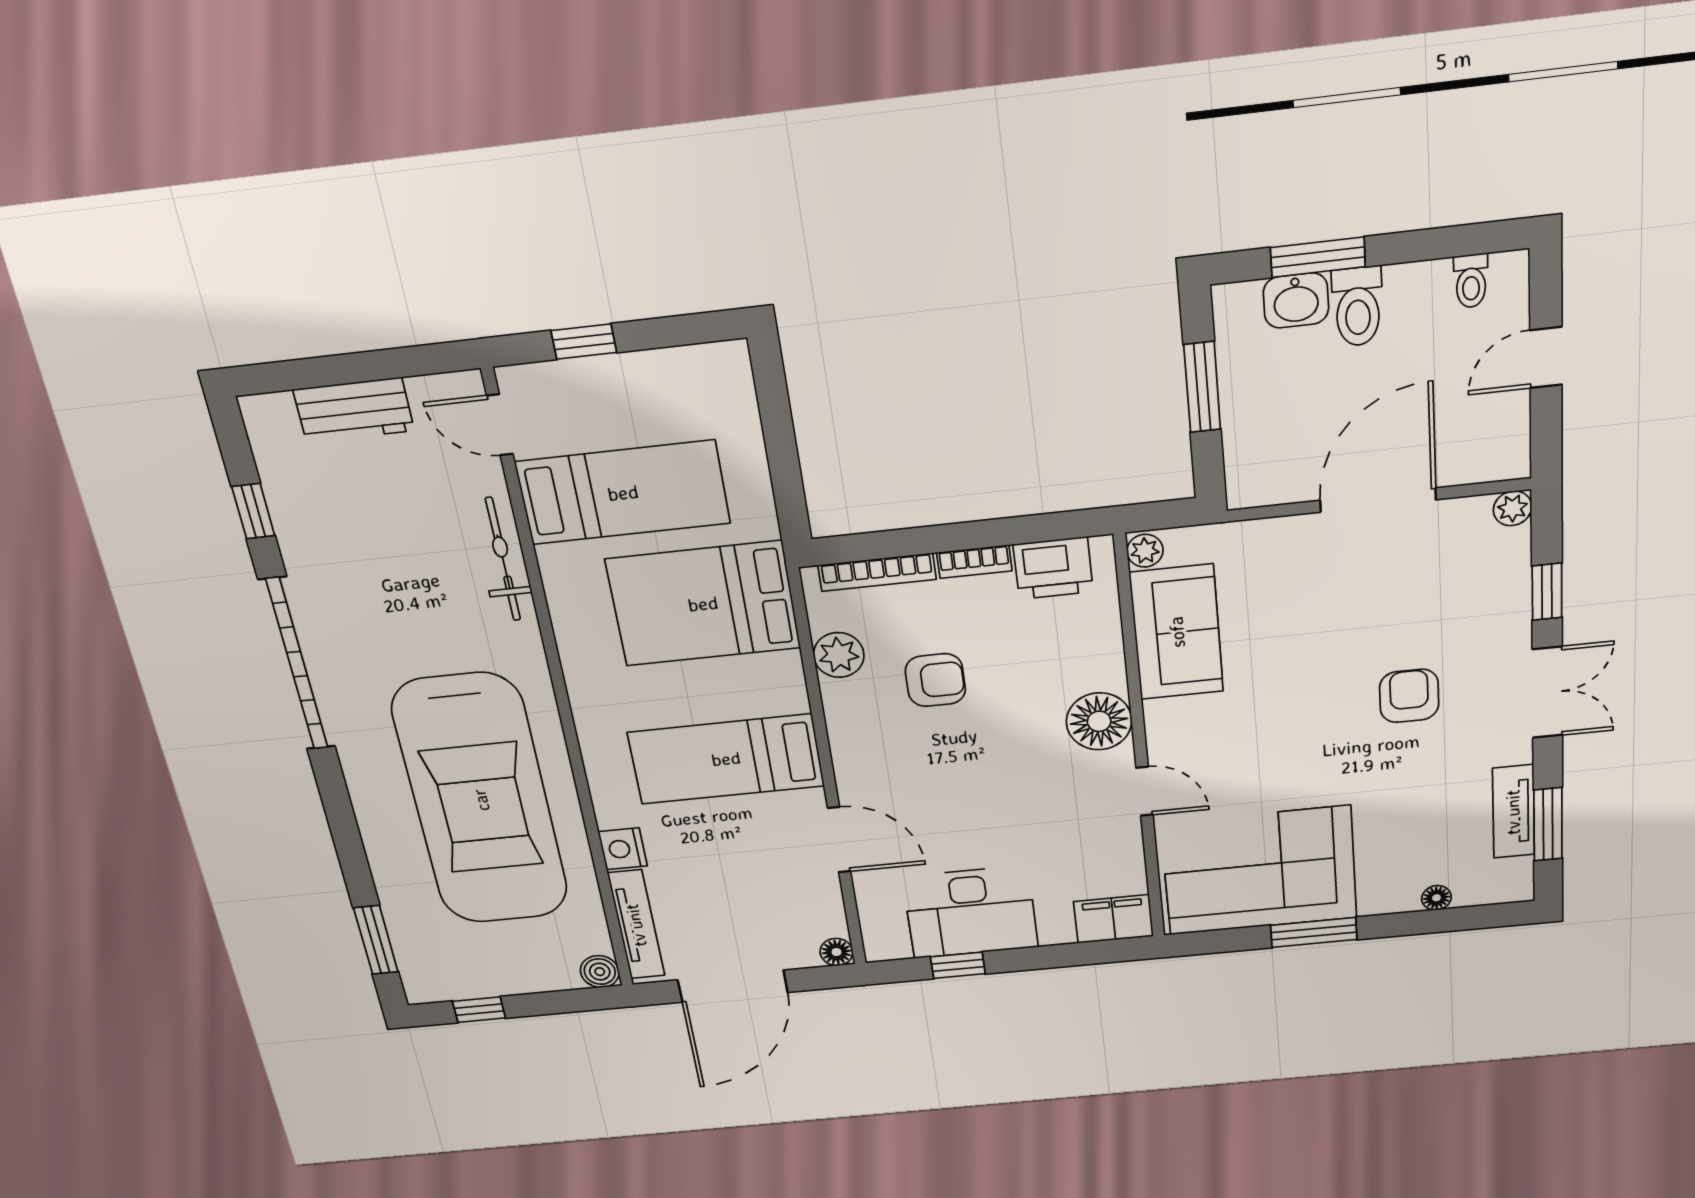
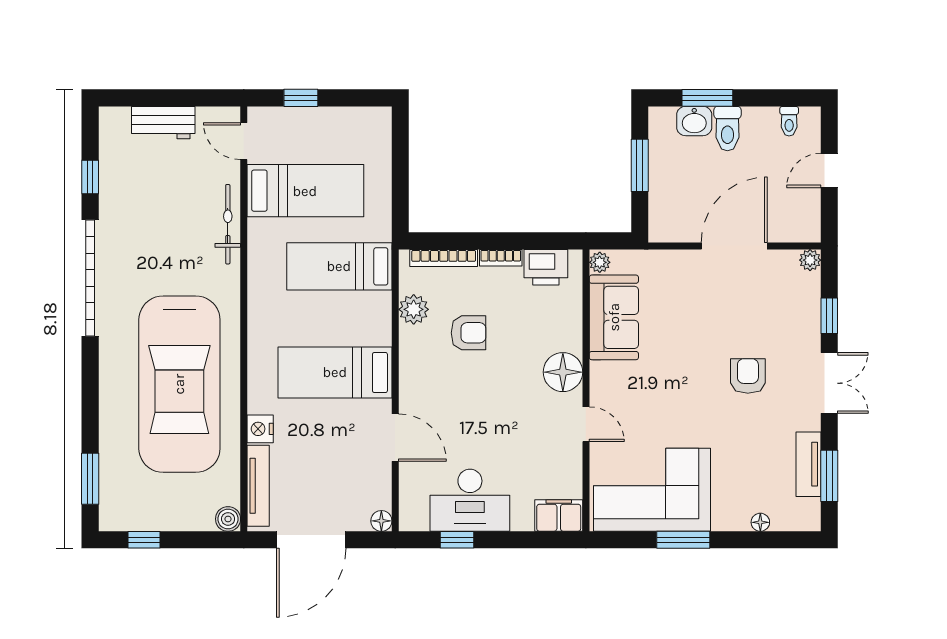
bed: (703, 604) -> (339, 266), width x0.67

